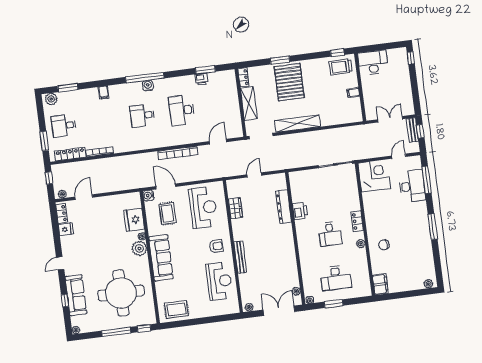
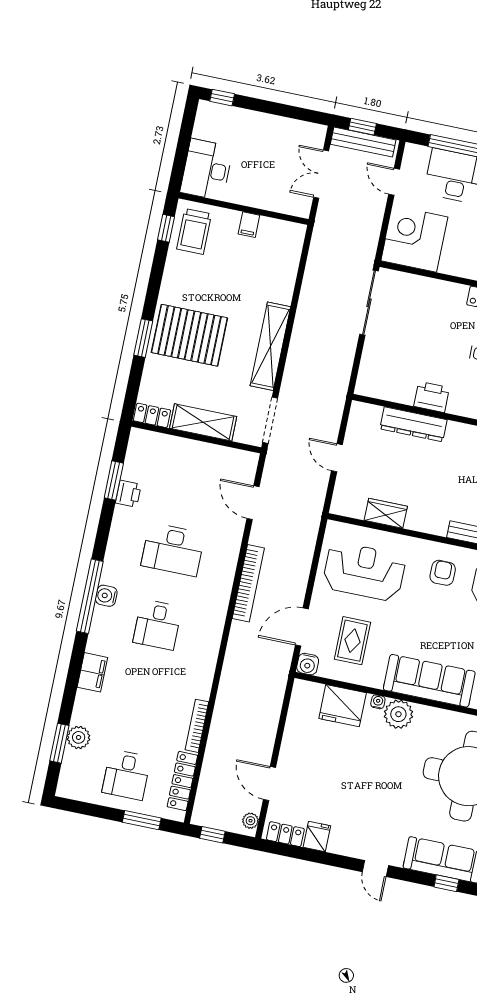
filing cabinet: (103, 92) -> (92, 672), width x2.00
plant: (51, 99) -> (79, 737), moved
bench: (412, 130) -> (363, 142), width x1.36
rug: (168, 213) -> (352, 641), turned 90

